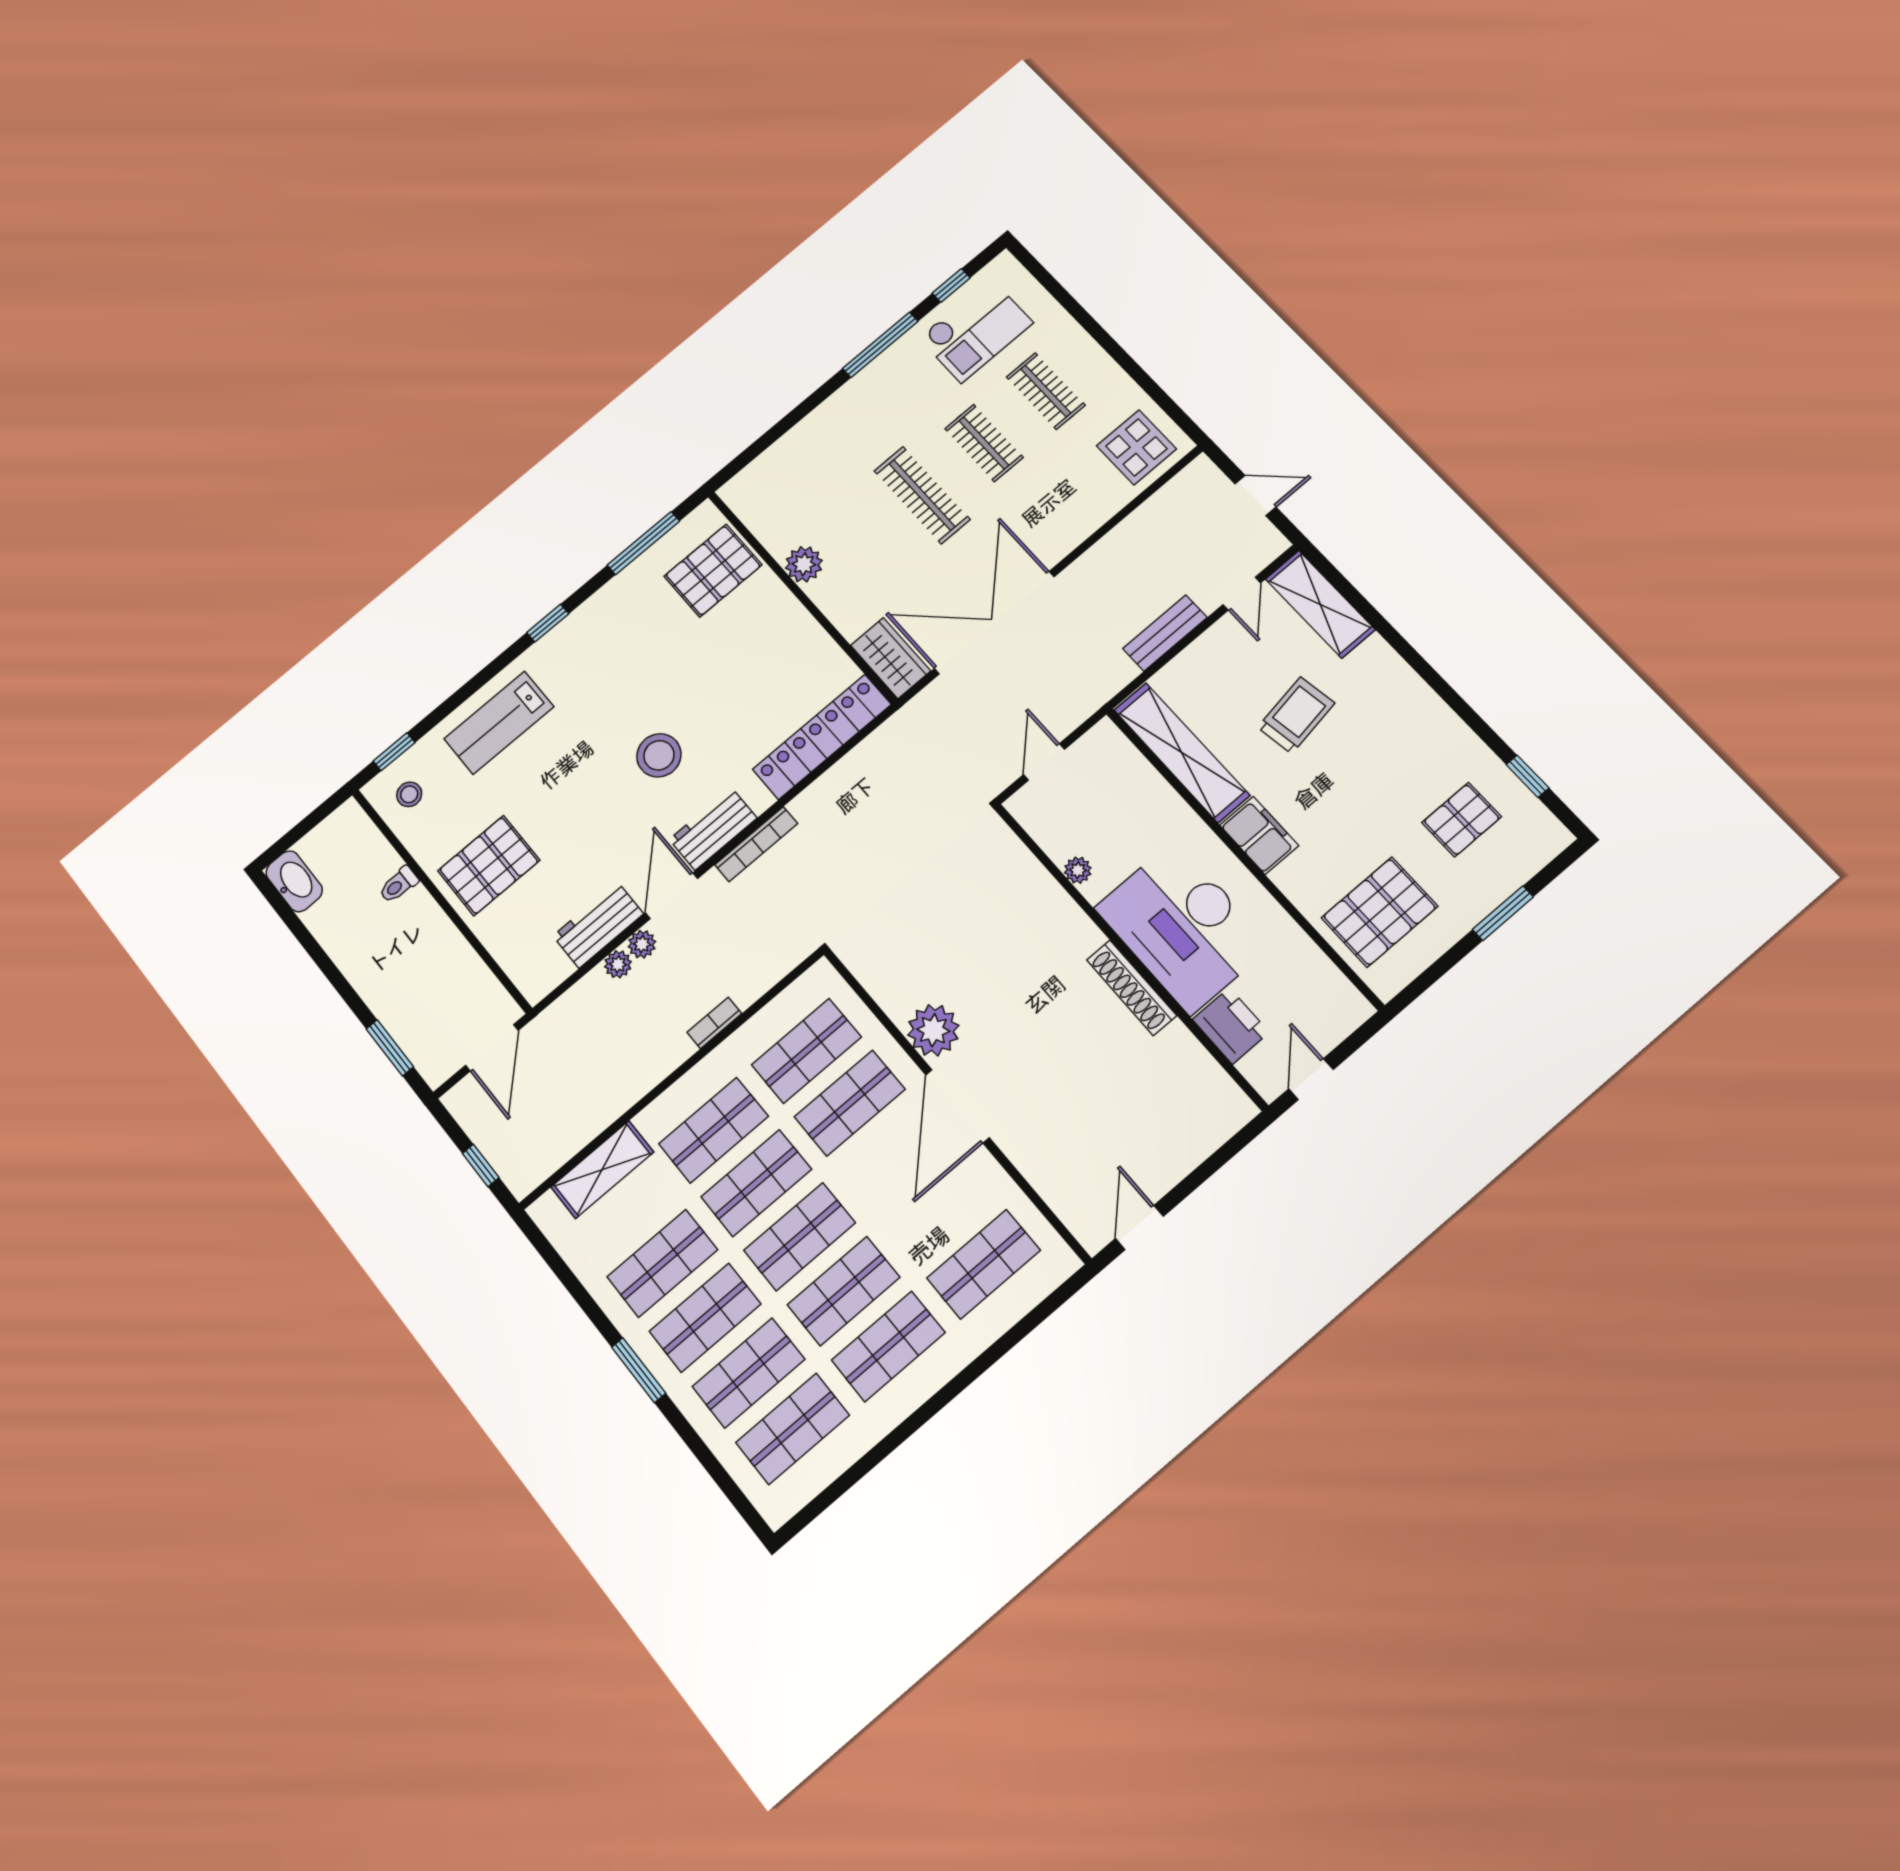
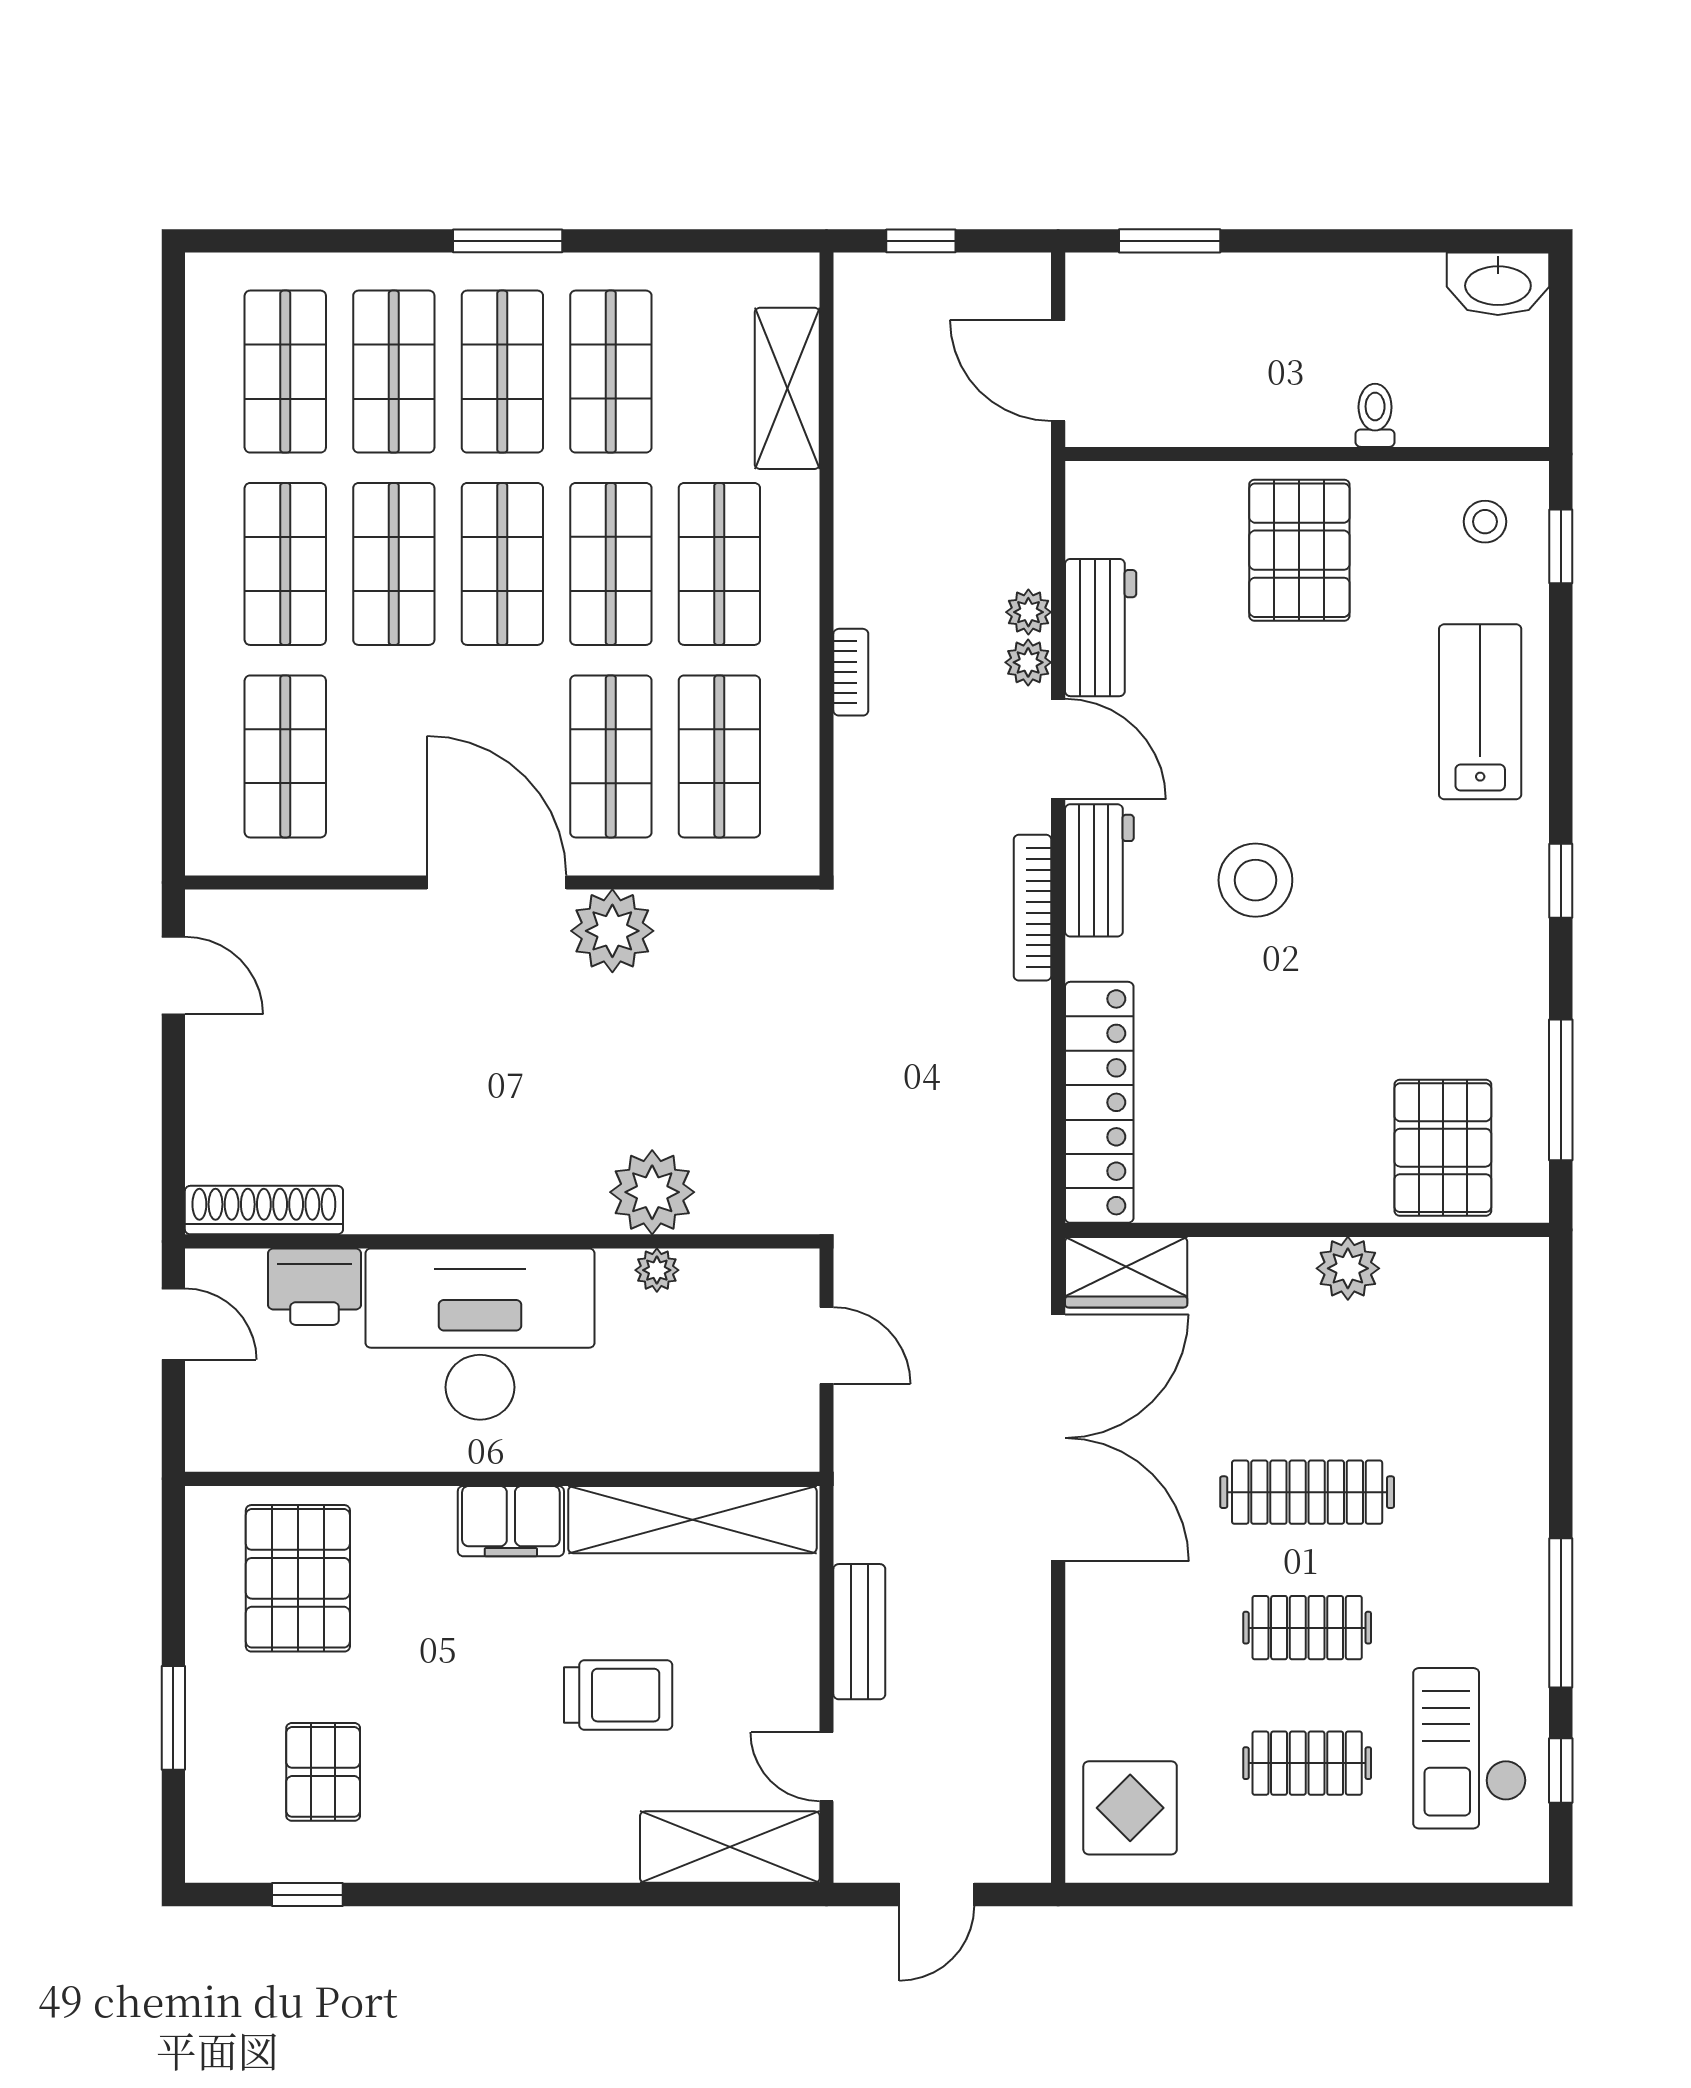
trolley: (1296, 715) -> (618, 1695), turned -81
plant: (1043, 904) -> (652, 1192), added
shoe rack: (1131, 988) -> (264, 1210), moved

